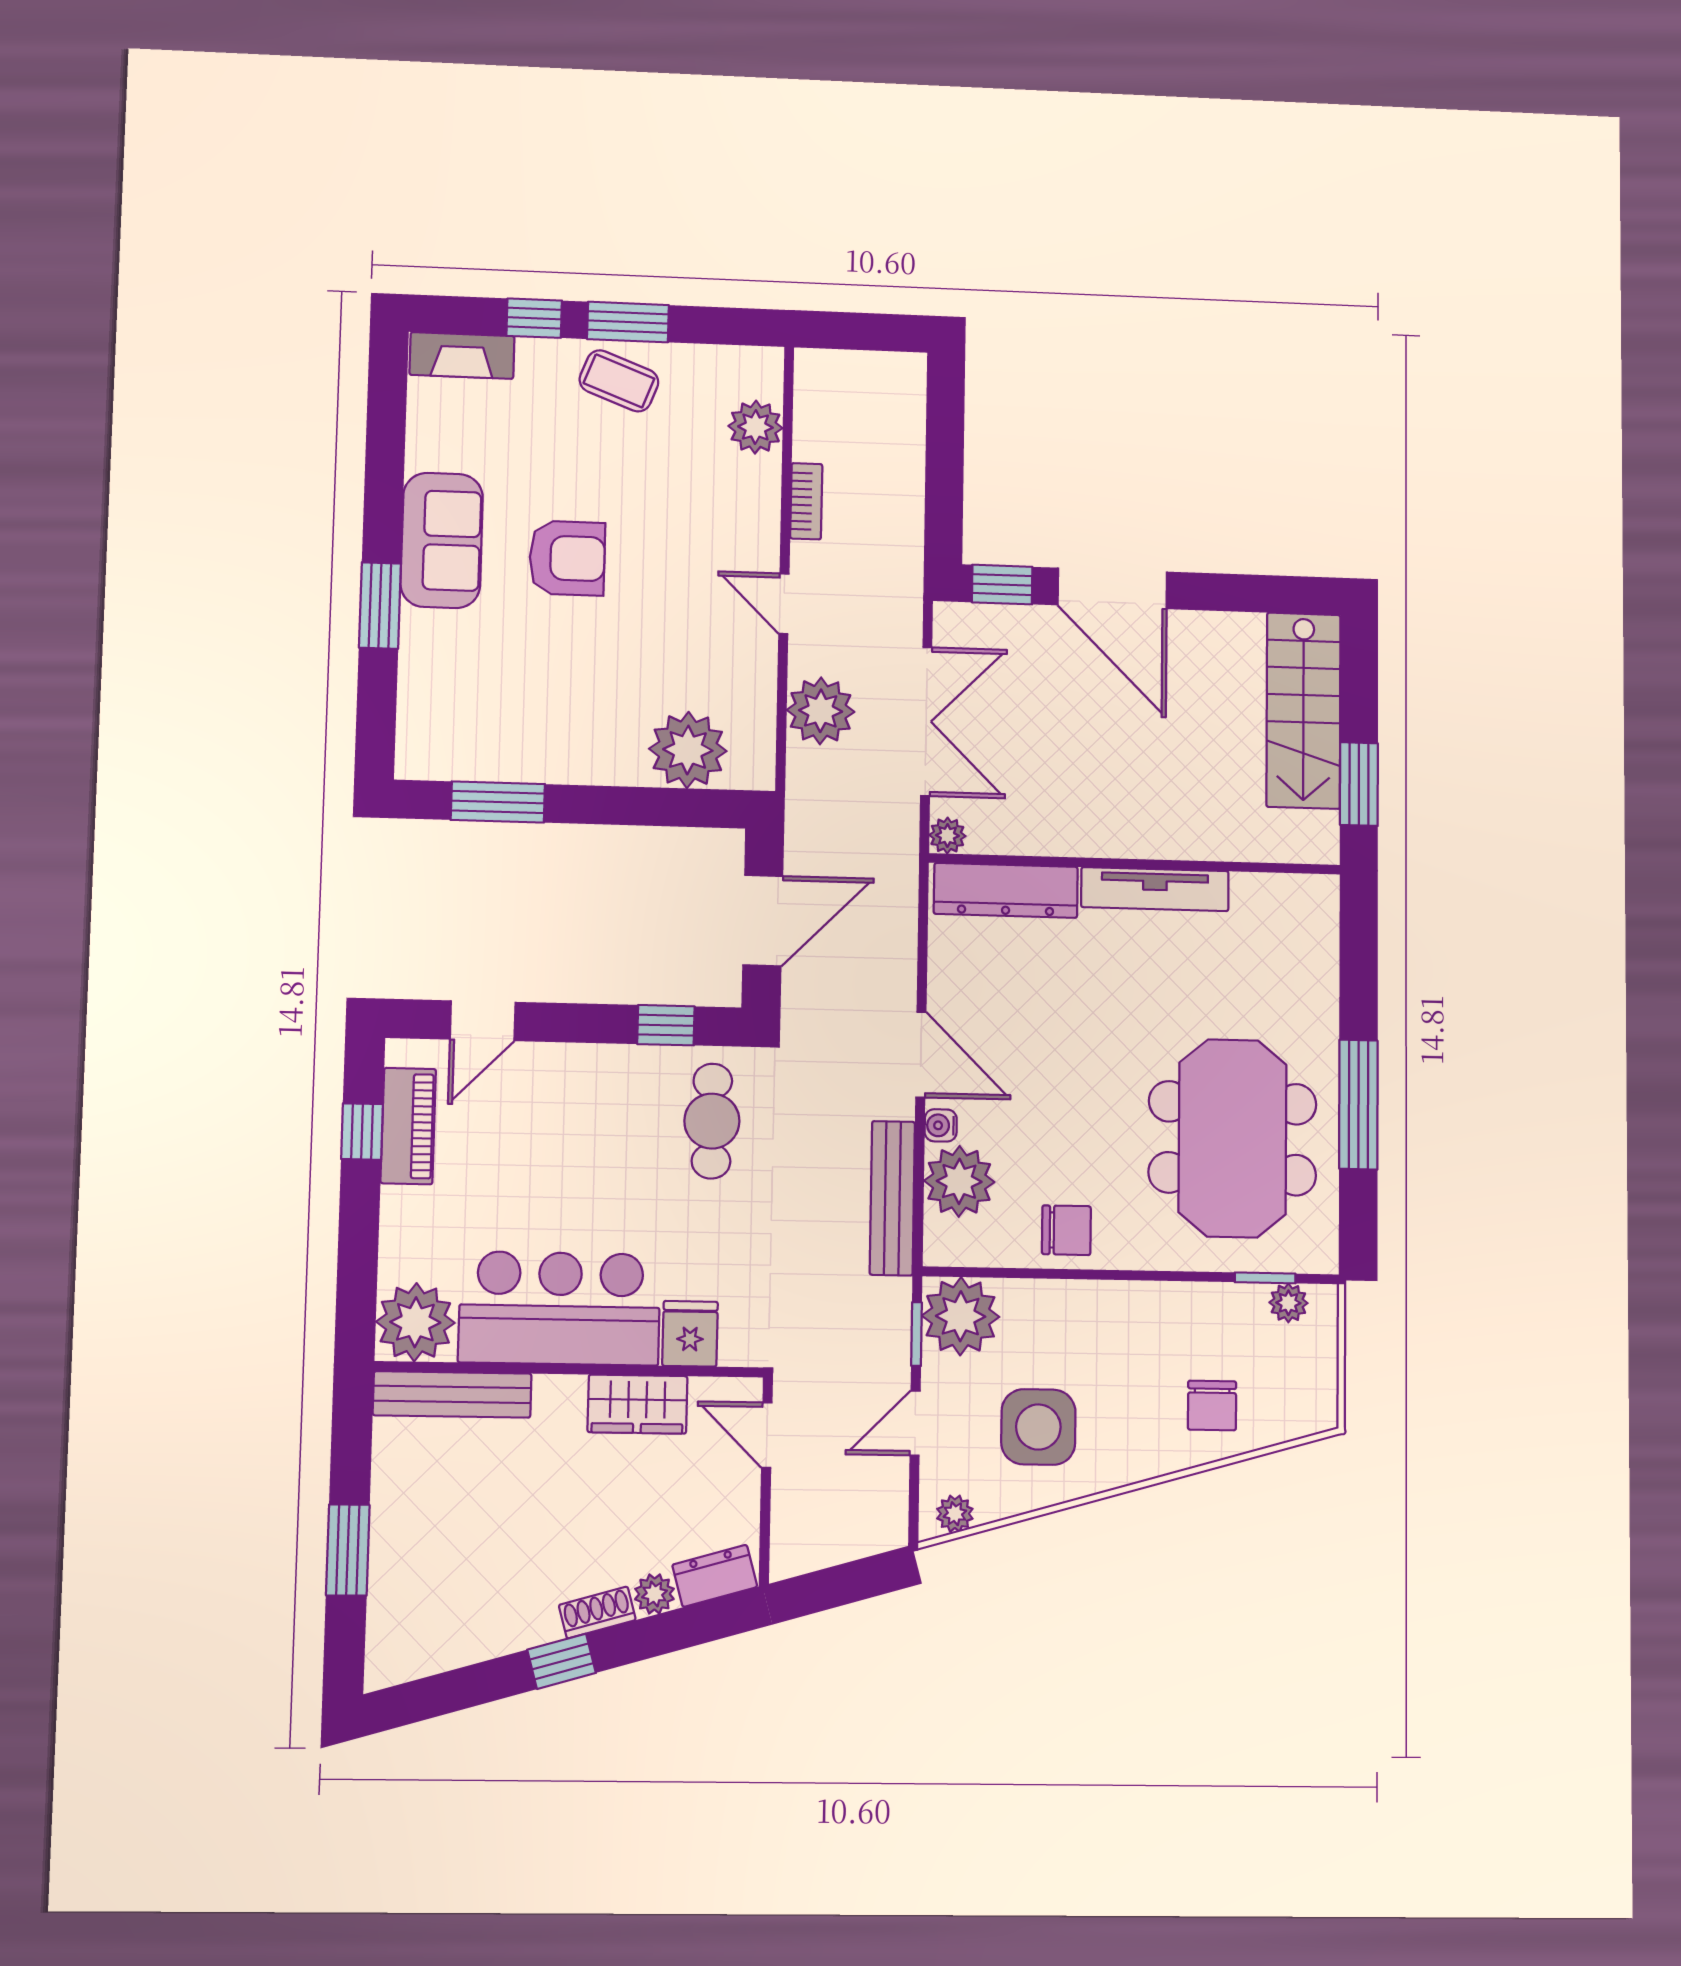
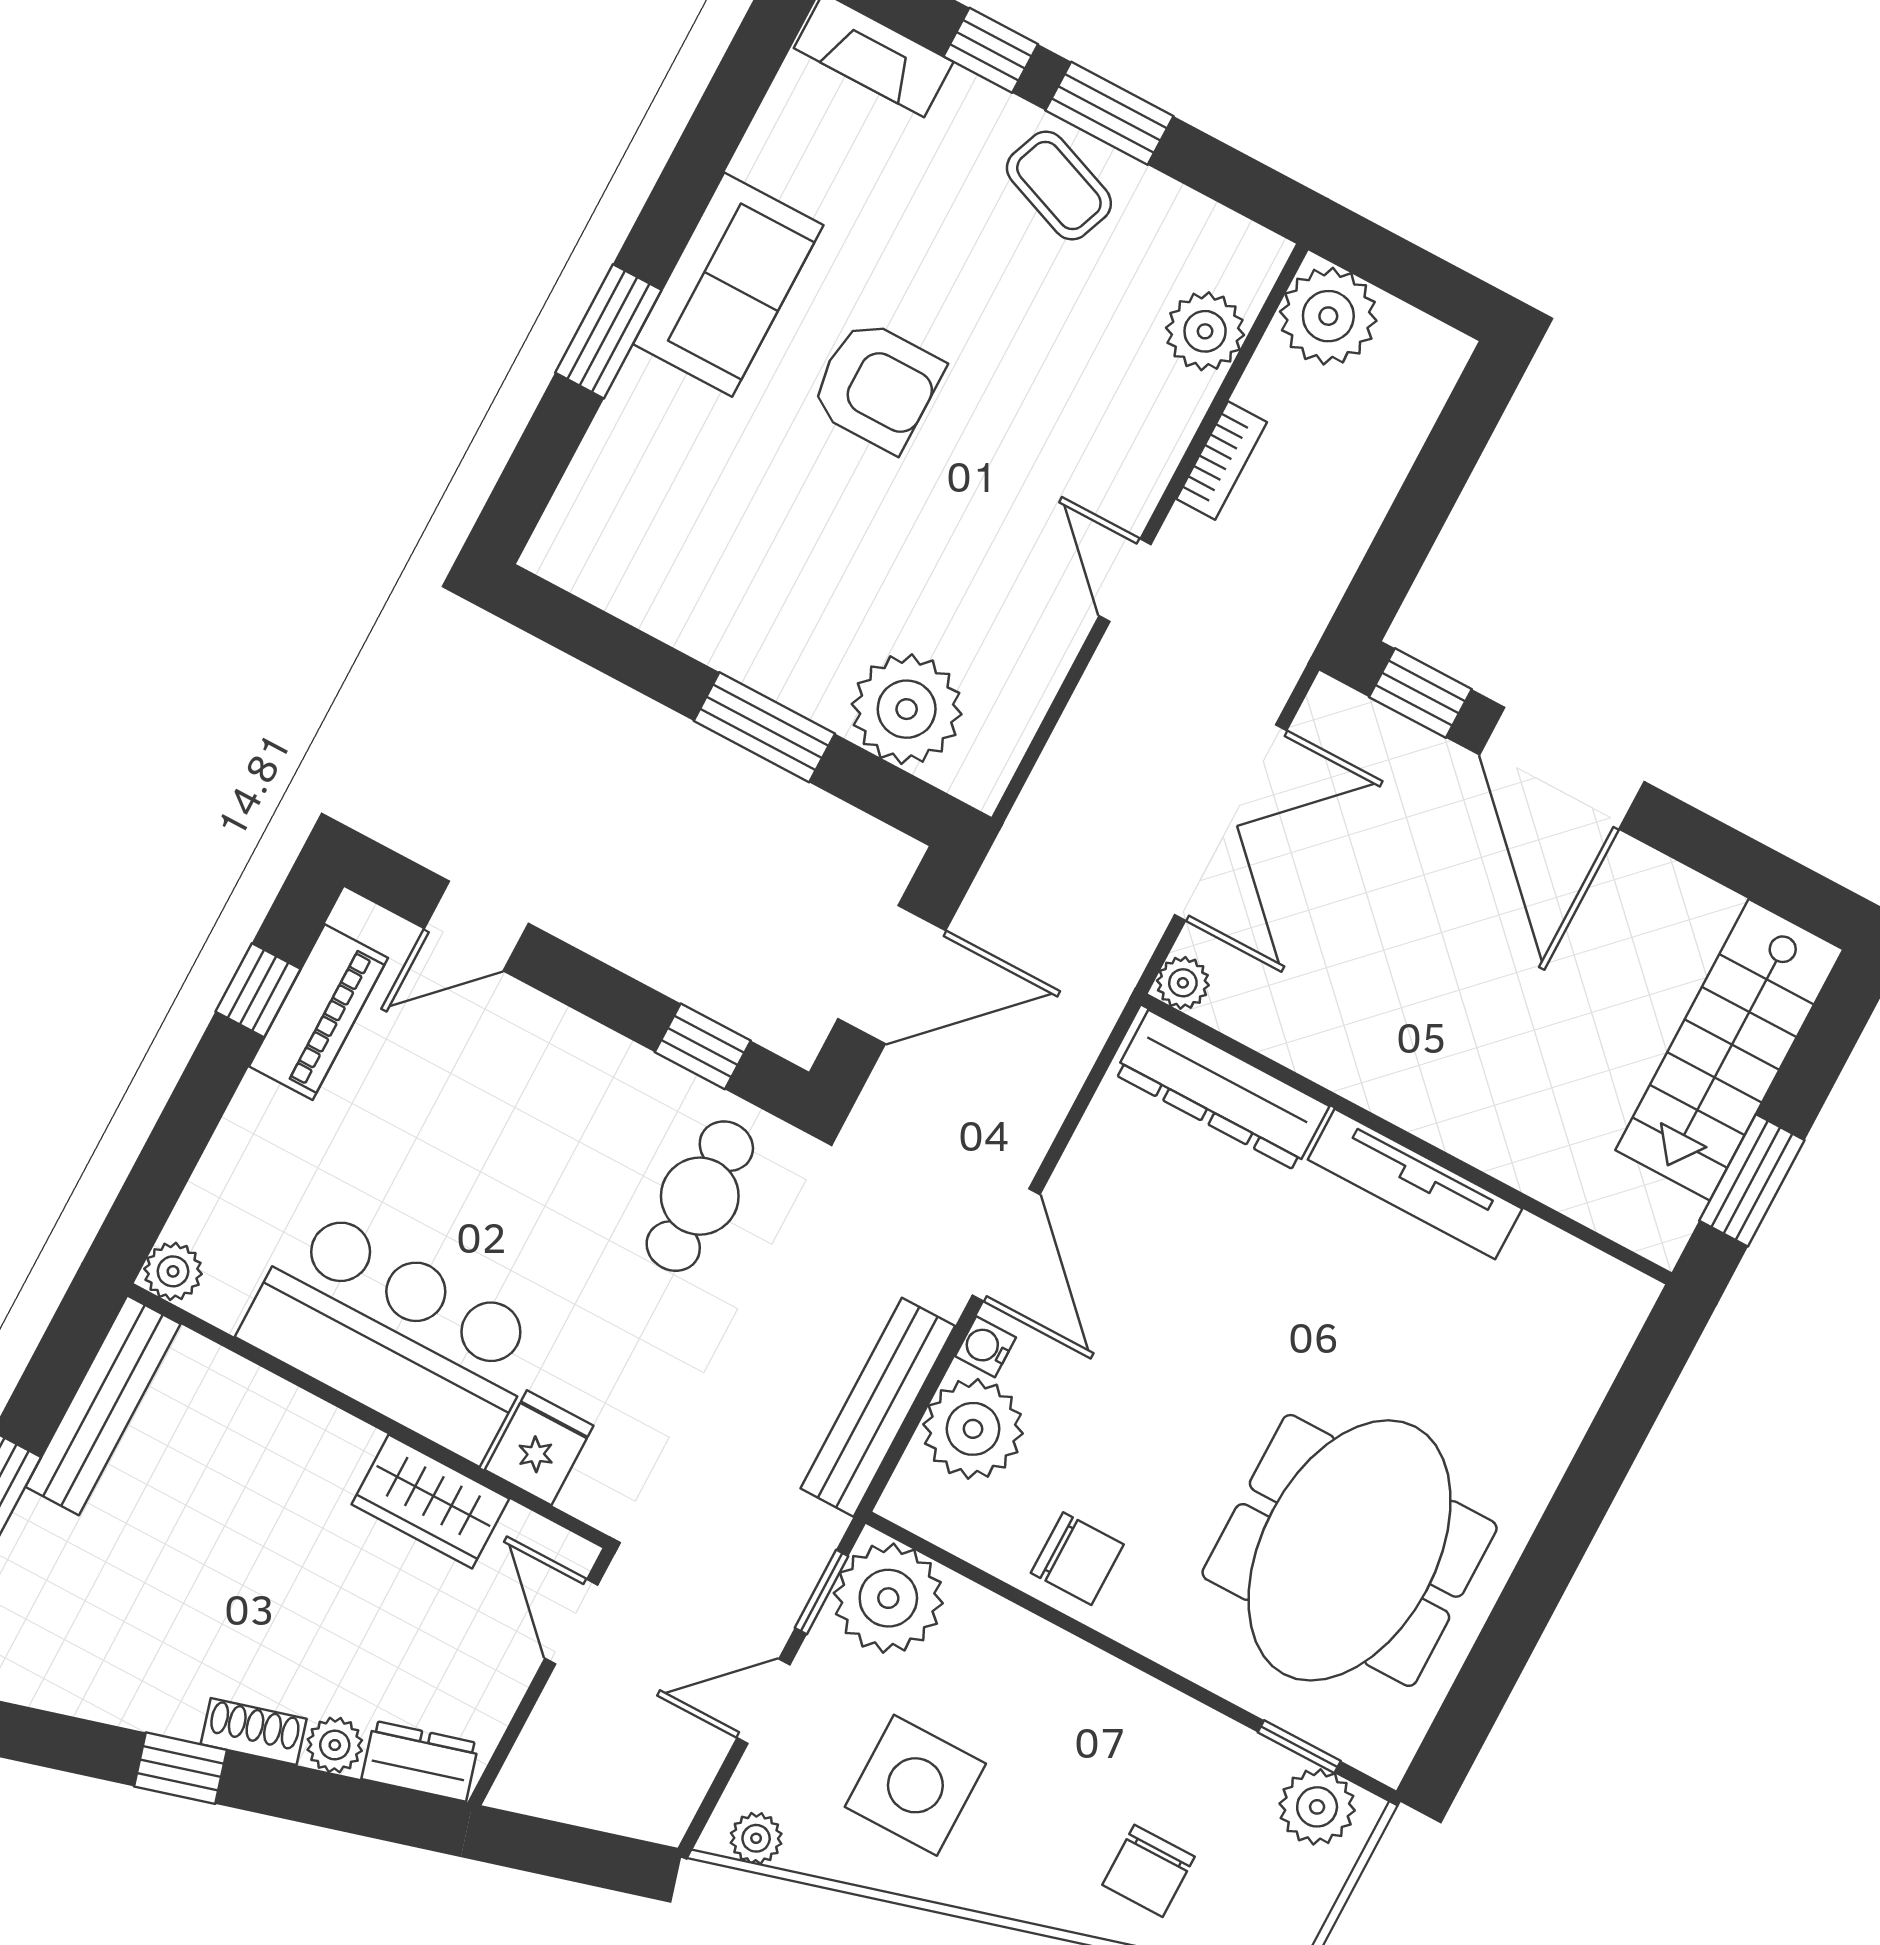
plant: (821, 711) -> (1328, 316), moved
window: (498, 802) -> (764, 727), moved
window: (1358, 1104) -> (1534, 1589), removed
plant: (1288, 1303) -> (1317, 1807), width x1.38, depth x1.38
plant: (415, 1322) -> (173, 1271), width x0.53, depth x0.53
bench: (452, 1394) -> (103, 1405), moved, turned 90

